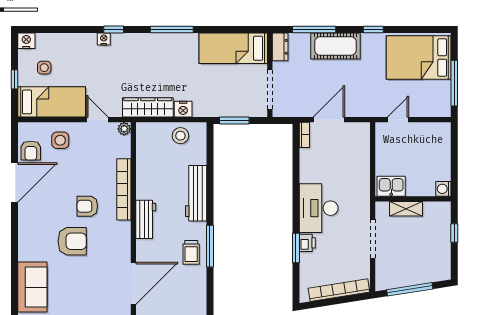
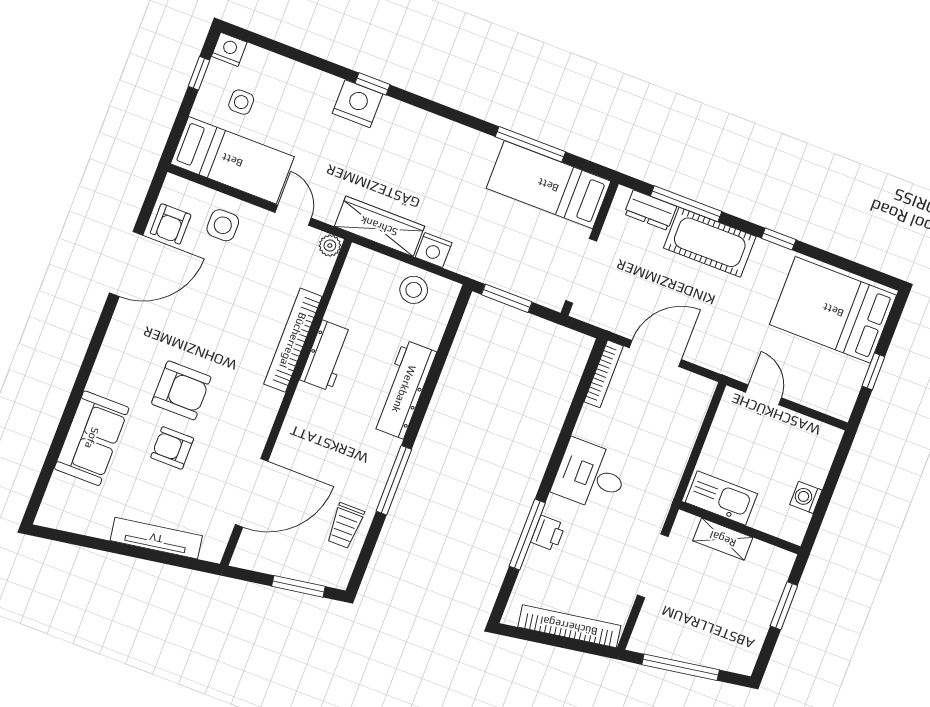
window: (172, 30) -> (530, 144), moved
nightstand: (104, 39) -> (357, 104), width x1.89, depth x1.79
dresser: (280, 47) -> (650, 210), moved, turned 90
window: (14, 79) -> (199, 73), moved
window: (454, 83) -> (873, 371), width x0.46
door: (398, 120) -> (764, 395), hinge flipped
bookcase: (304, 135) -> (604, 374), width x1.56
kitchen sink: (391, 186) -> (721, 498), width x1.38
washing machine: (443, 189) -> (806, 497), moved
armchair: (87, 206) -> (172, 448), moved
desk: (319, 208) -> (590, 475), width x0.73
workbench: (146, 219) -> (326, 356), moved
window: (454, 233) -> (784, 606), width x1.50
window: (296, 248) -> (527, 535), width x1.44
trolley: (191, 252) -> (345, 526), moved

